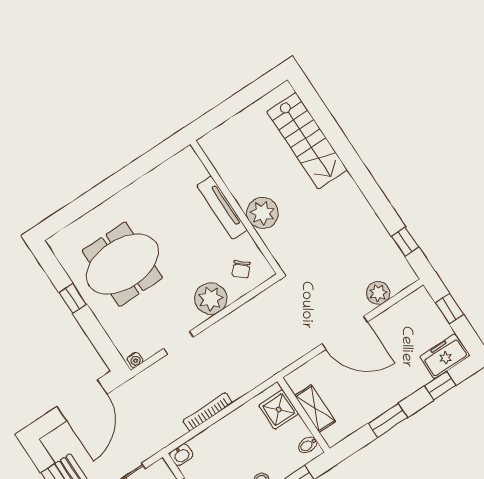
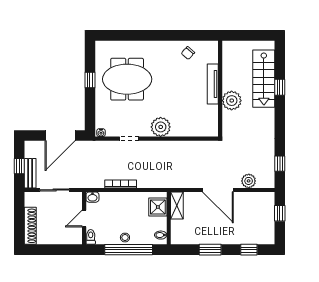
window: (337, 138) -> (280, 87), added
wall: (236, 207) -> (220, 89), moved
tv unit: (222, 208) -> (213, 84), moved
plant: (262, 213) -> (232, 101), moved
chair: (241, 269) -> (188, 53), moved
freezer: (445, 356) -> (261, 236), removed
shelving: (315, 408) -> (177, 206), moved

